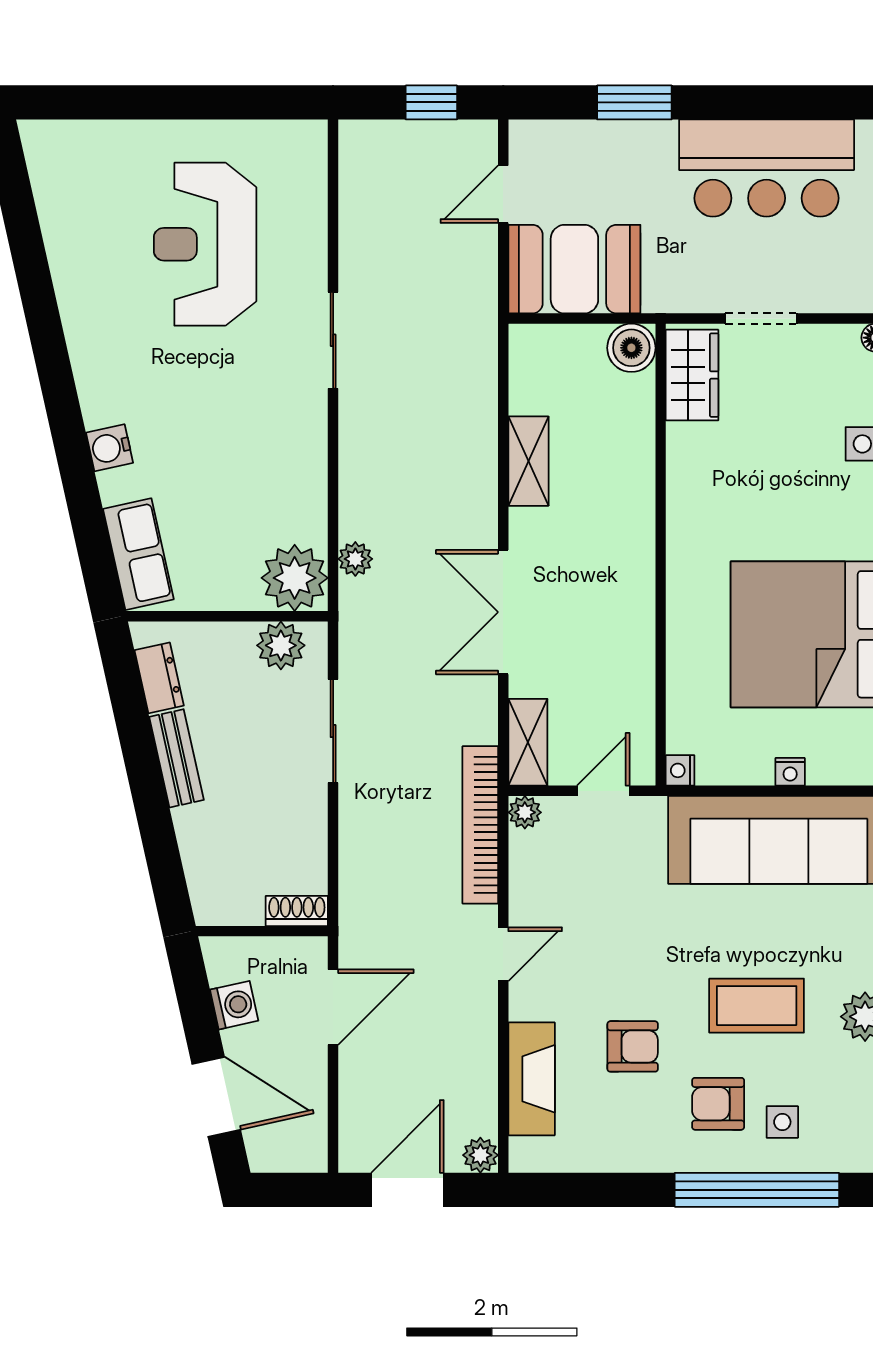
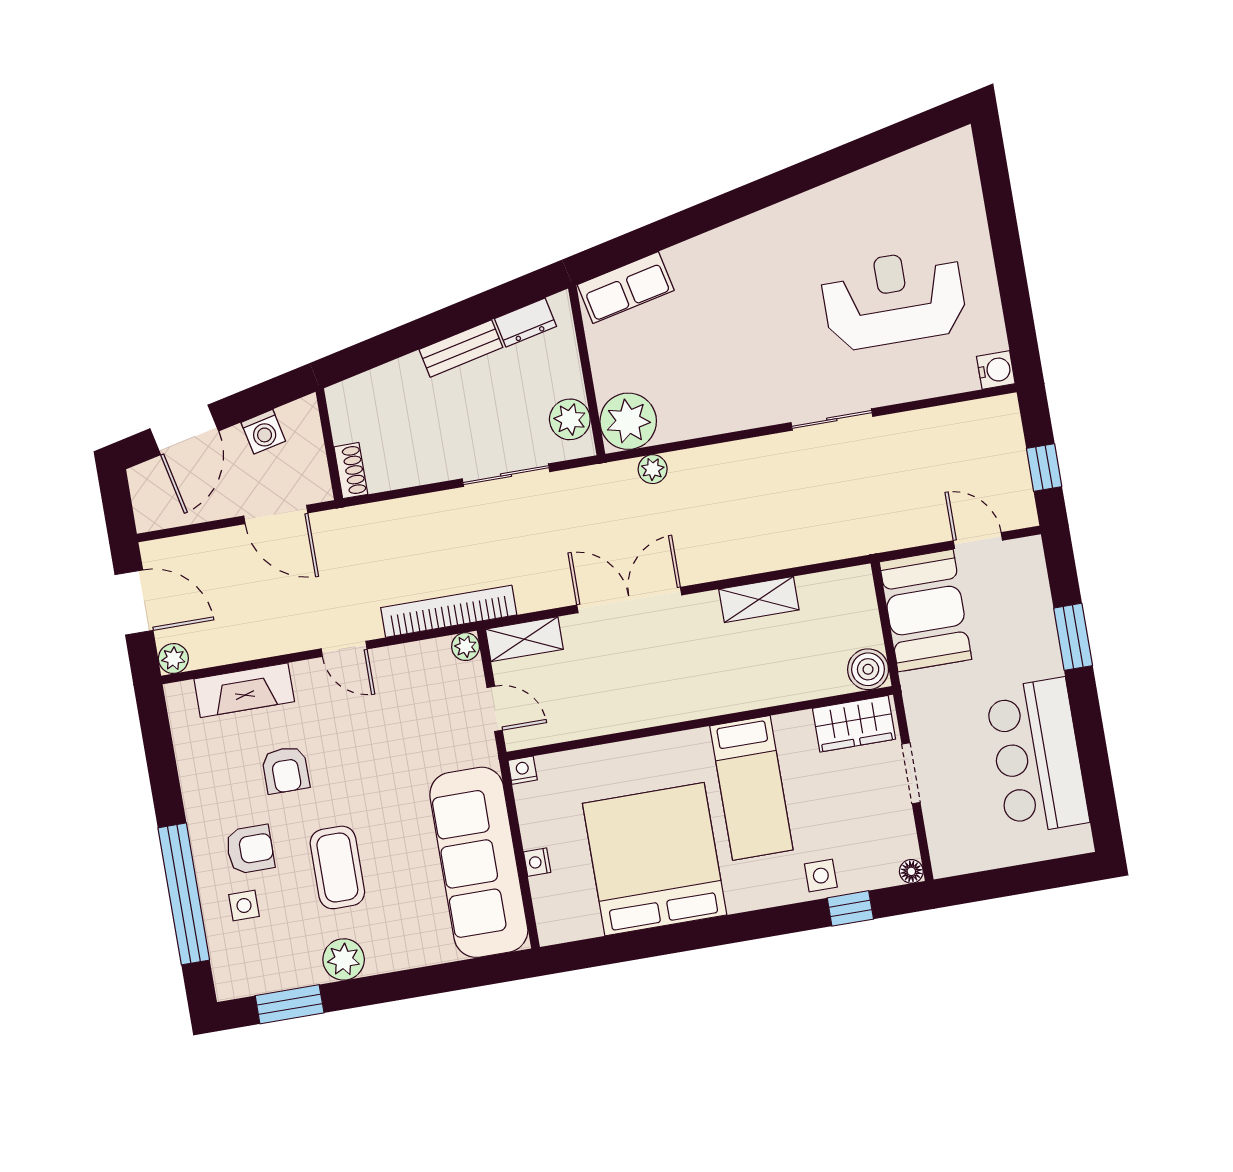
water cooler: (110, 448) -> (996, 370), moved, turned 103
bed: (746, 507) -> (751, 788), added
armchair: (718, 1104) -> (250, 849), turned 90

